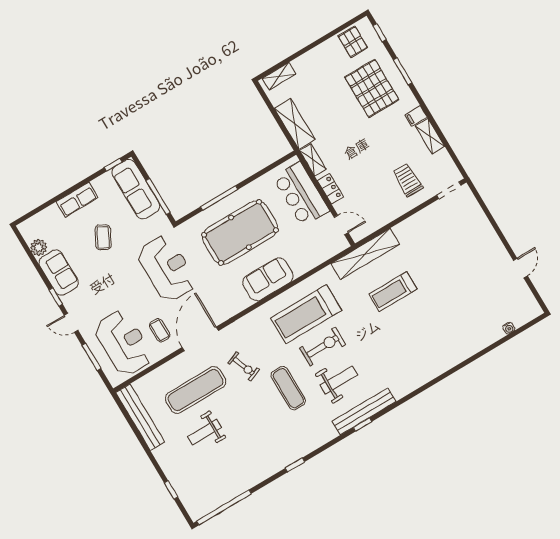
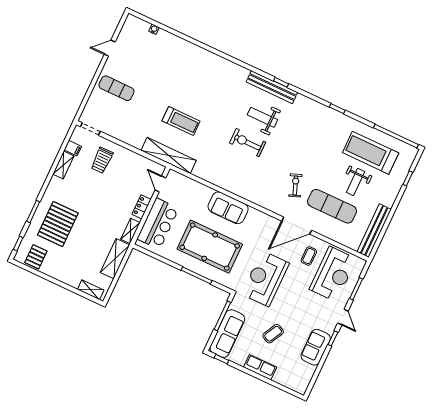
filing cabinet: (416, 116) -> (73, 148), moved
plant: (39, 248) -> (308, 371), removed
treadmill: (306, 314) -> (371, 153), moved, turned 180
reception desk: (123, 343) -> (333, 274), turned 180
exercise mat: (288, 388) -> (116, 88), moved, turned 90
weight bench: (204, 432) -> (356, 182), turned 90

